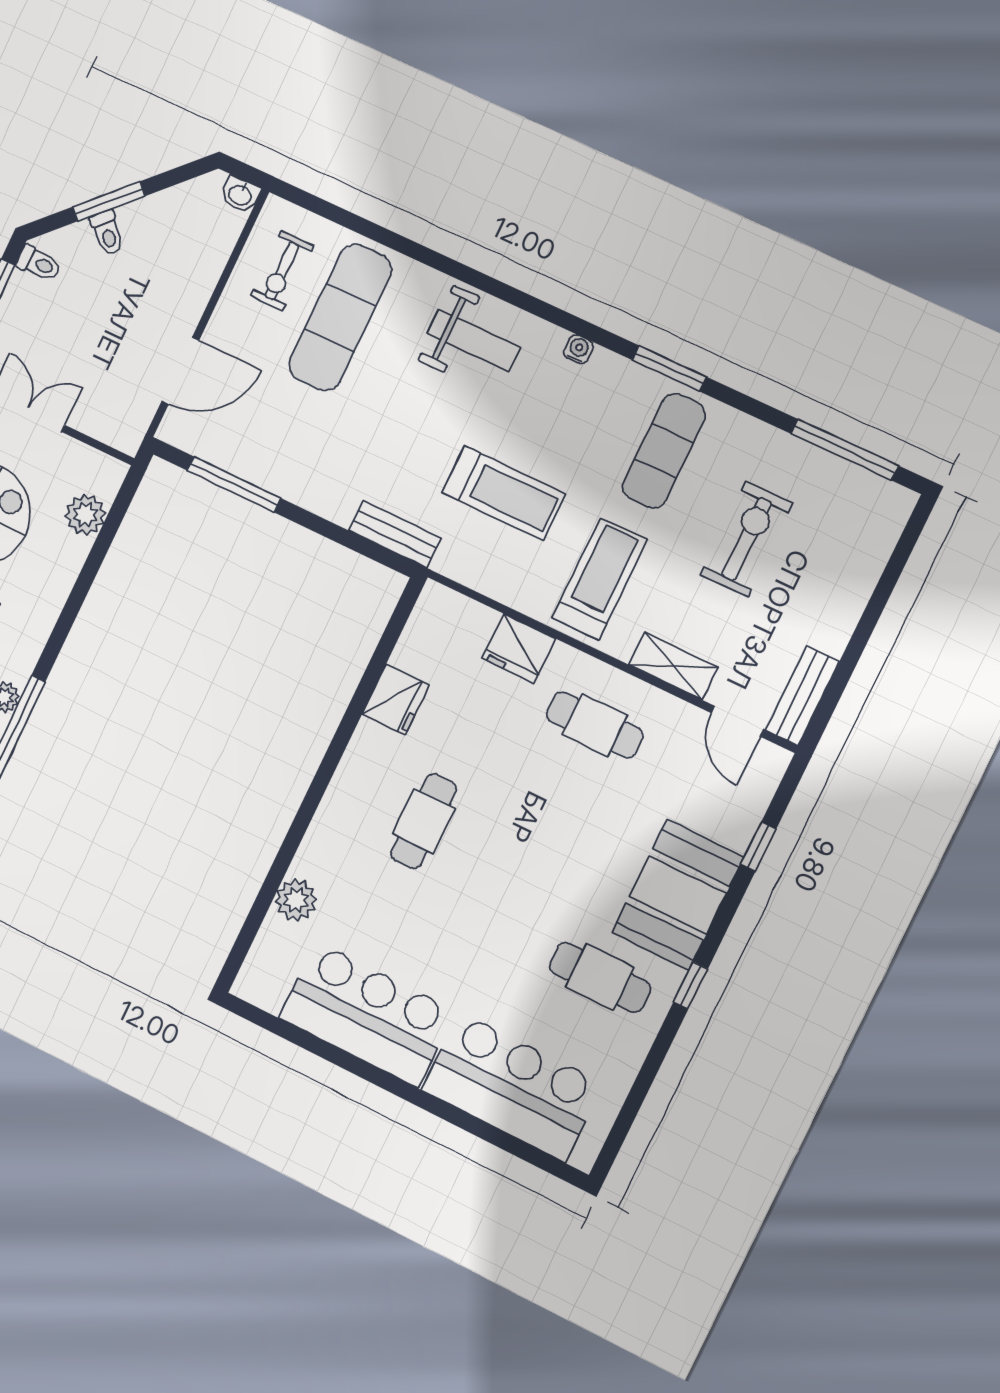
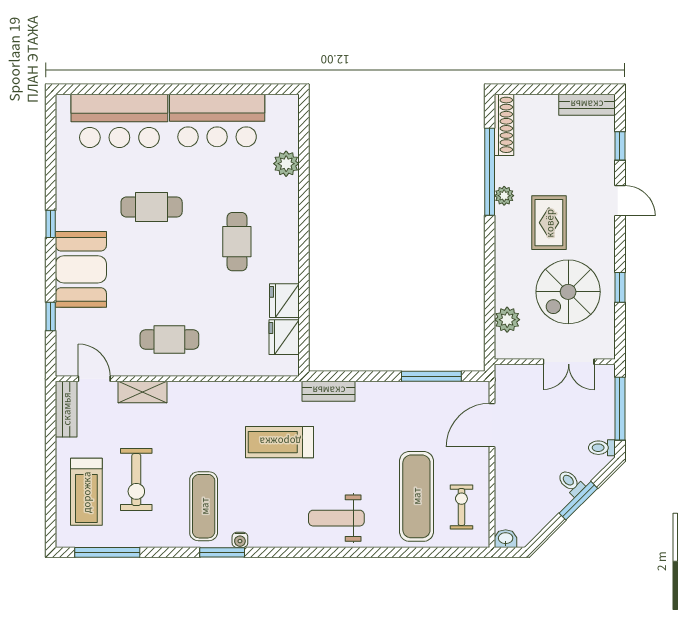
water cooler: (578, 349) -> (240, 540), moved
treadmill: (600, 579) -> (86, 492), moved
fridge: (519, 648) -> (284, 337), moved, turned -90
cafe table: (600, 977) -> (152, 207), moved

